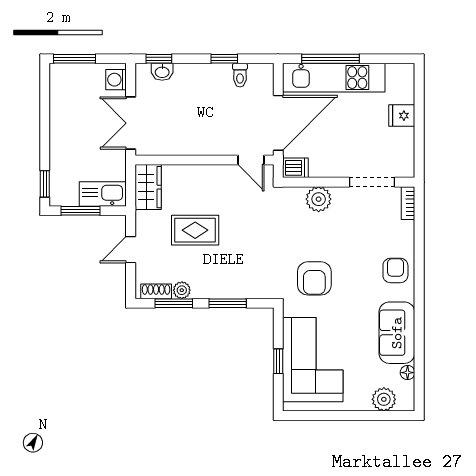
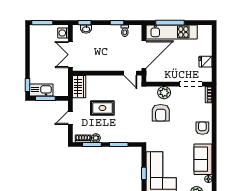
fridge: (402, 116) -> (206, 62), moved
dishwasher: (295, 168) -> (152, 77), removed
kitchen sink: (103, 194) -> (41, 90), moved
armchair: (314, 278) -> (161, 113), moved

